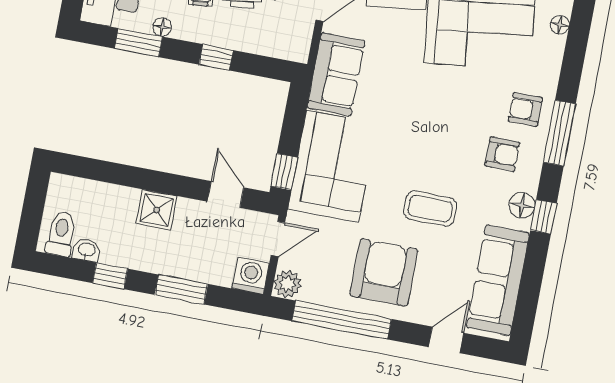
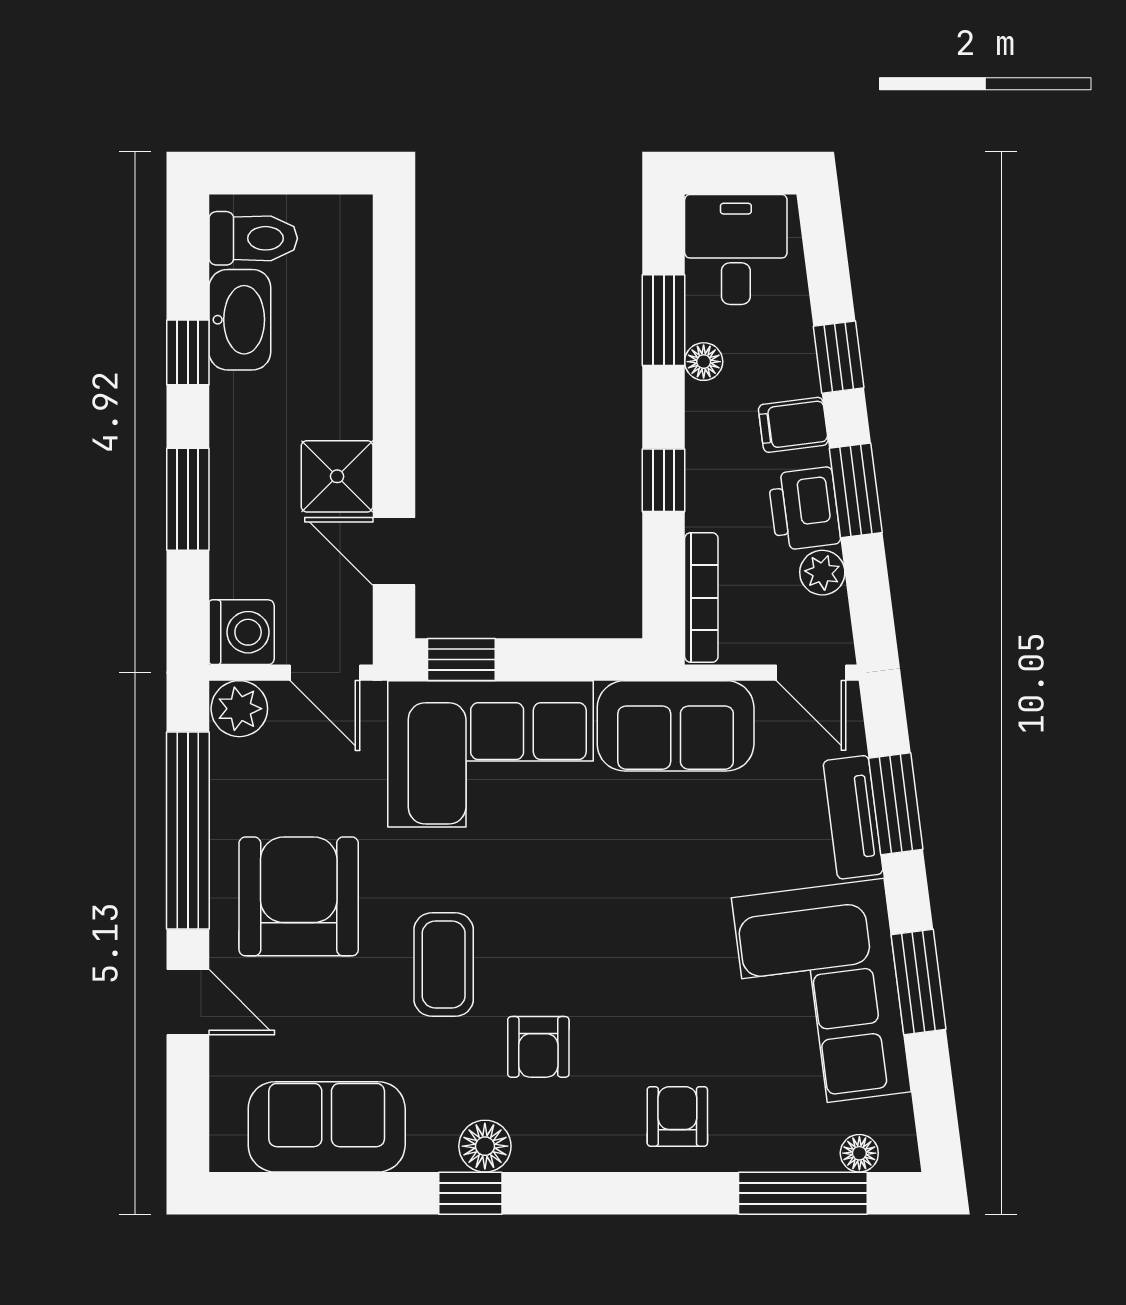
bookcase: (276, 50) -> (701, 598), added
window: (559, 133) -> (803, 1193), moved
armchair: (502, 154) -> (538, 1047), moved
door: (226, 194) -> (394, 551), swing flipped
shower: (156, 210) -> (337, 476), moved
washbasin: (87, 250) -> (240, 320), width x1.91, depth x1.45
armchair: (384, 272) -> (299, 896), turned -90
sofa: (498, 280) -> (327, 1127), width x0.73
door: (446, 340) -> (188, 1002), moved

